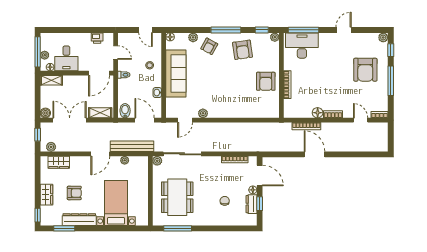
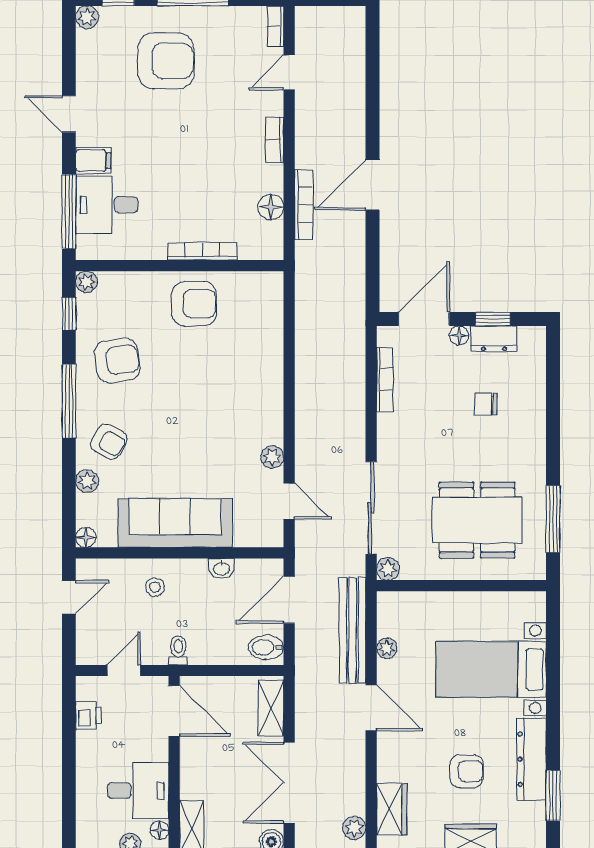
filing cabinet: (324, 40) -> (93, 161), added
desk: (302, 46) -> (107, 205), width x0.73
floor lamp: (318, 113) -> (271, 207), moved
armchair: (74, 193) -> (467, 771), turned 90

